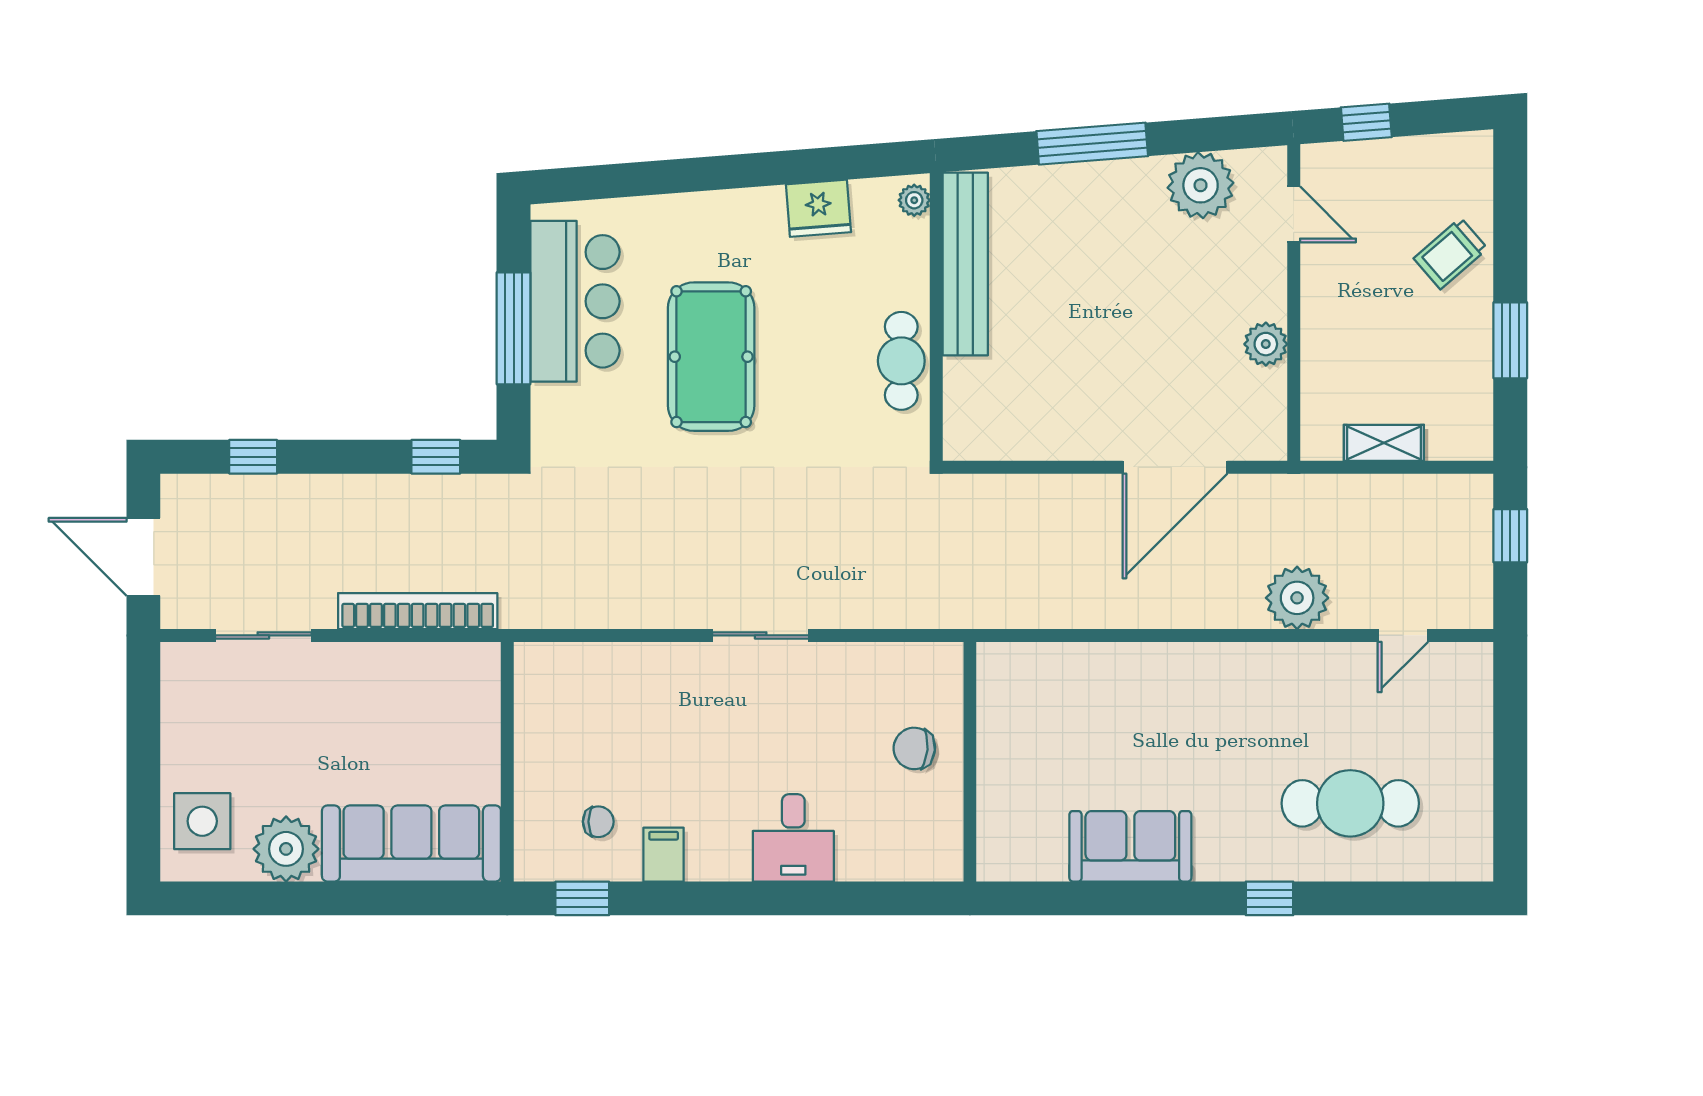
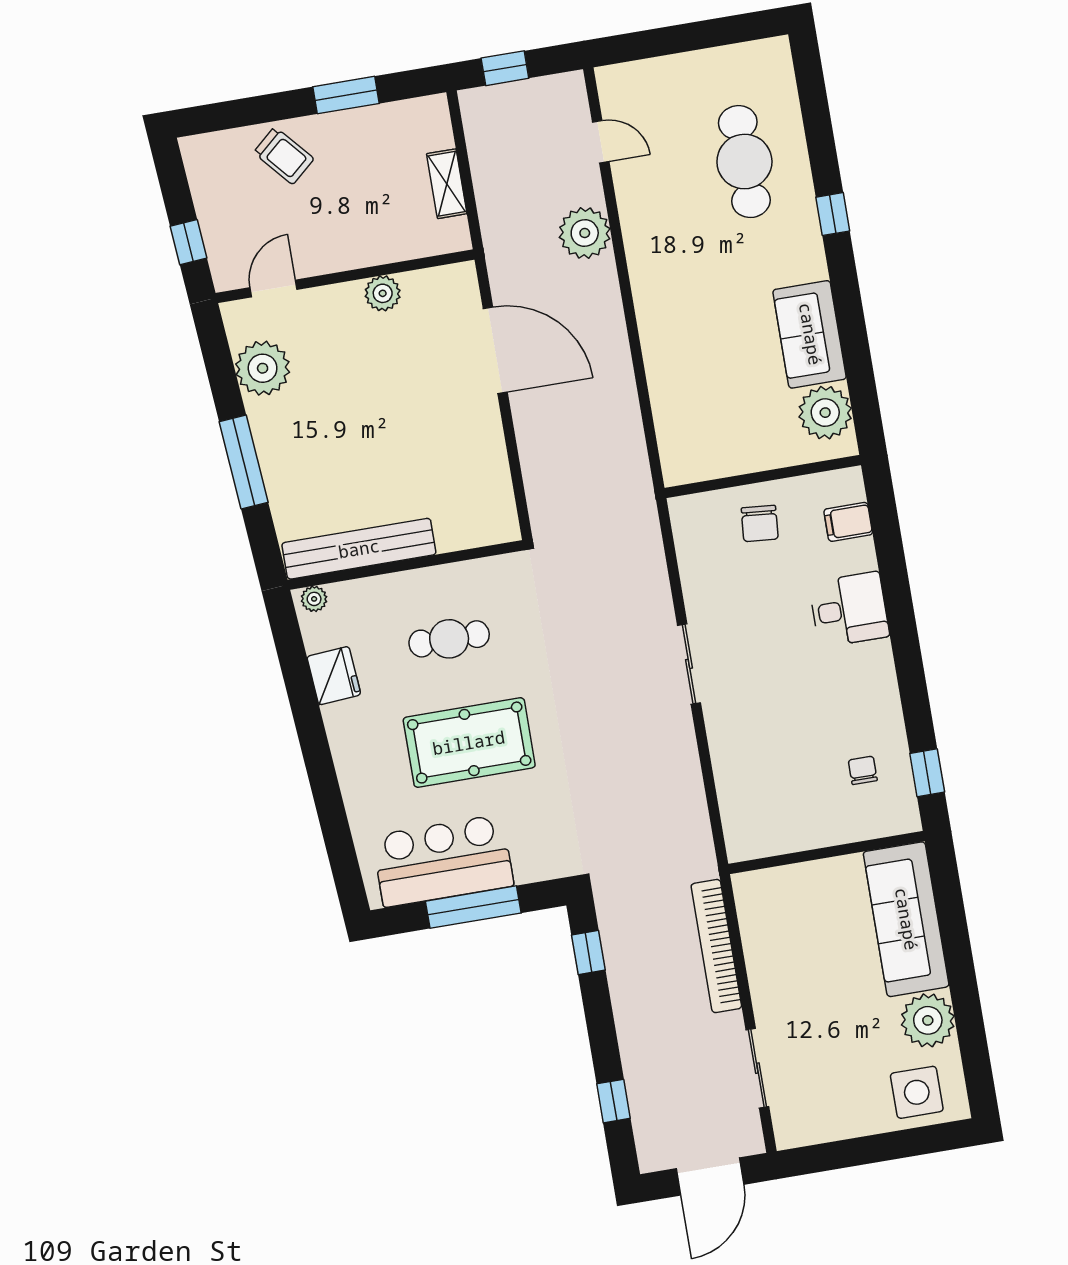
cafe table: (901, 361) -> (449, 639), moved
plant: (1034, 849) -> (825, 413), added
filing cabinet: (664, 855) -> (848, 522), moved

